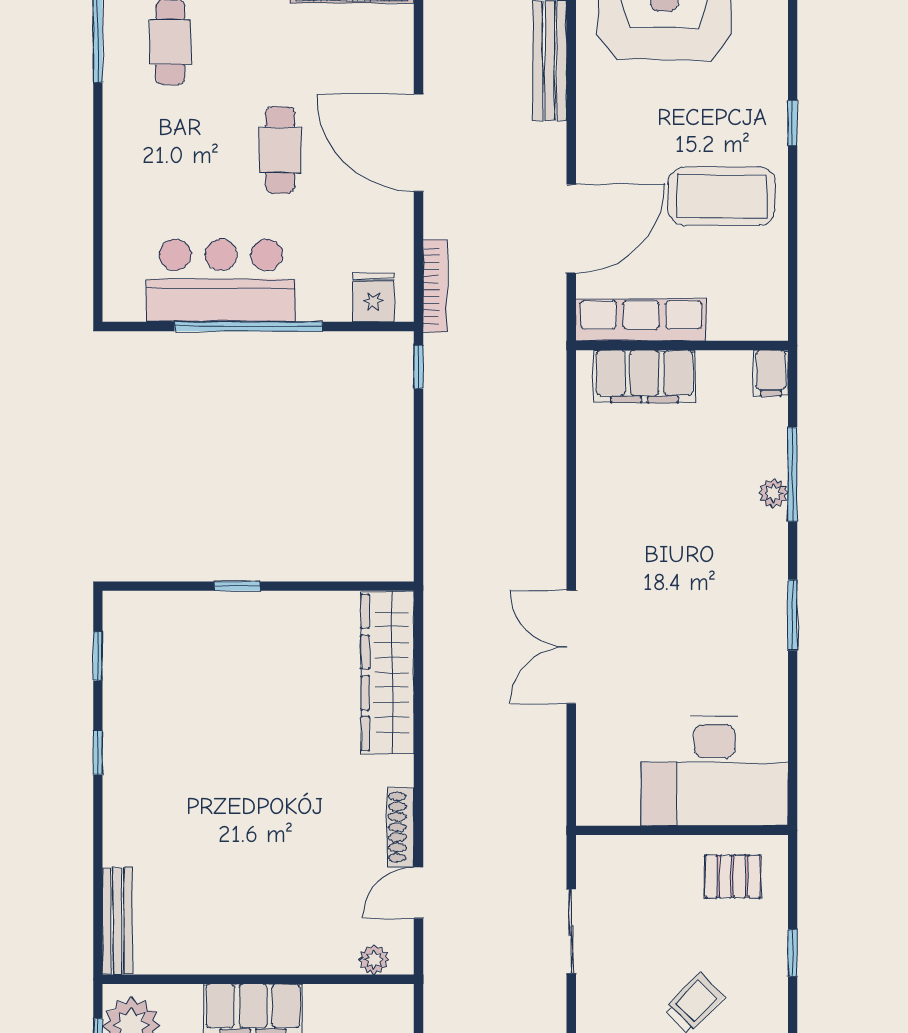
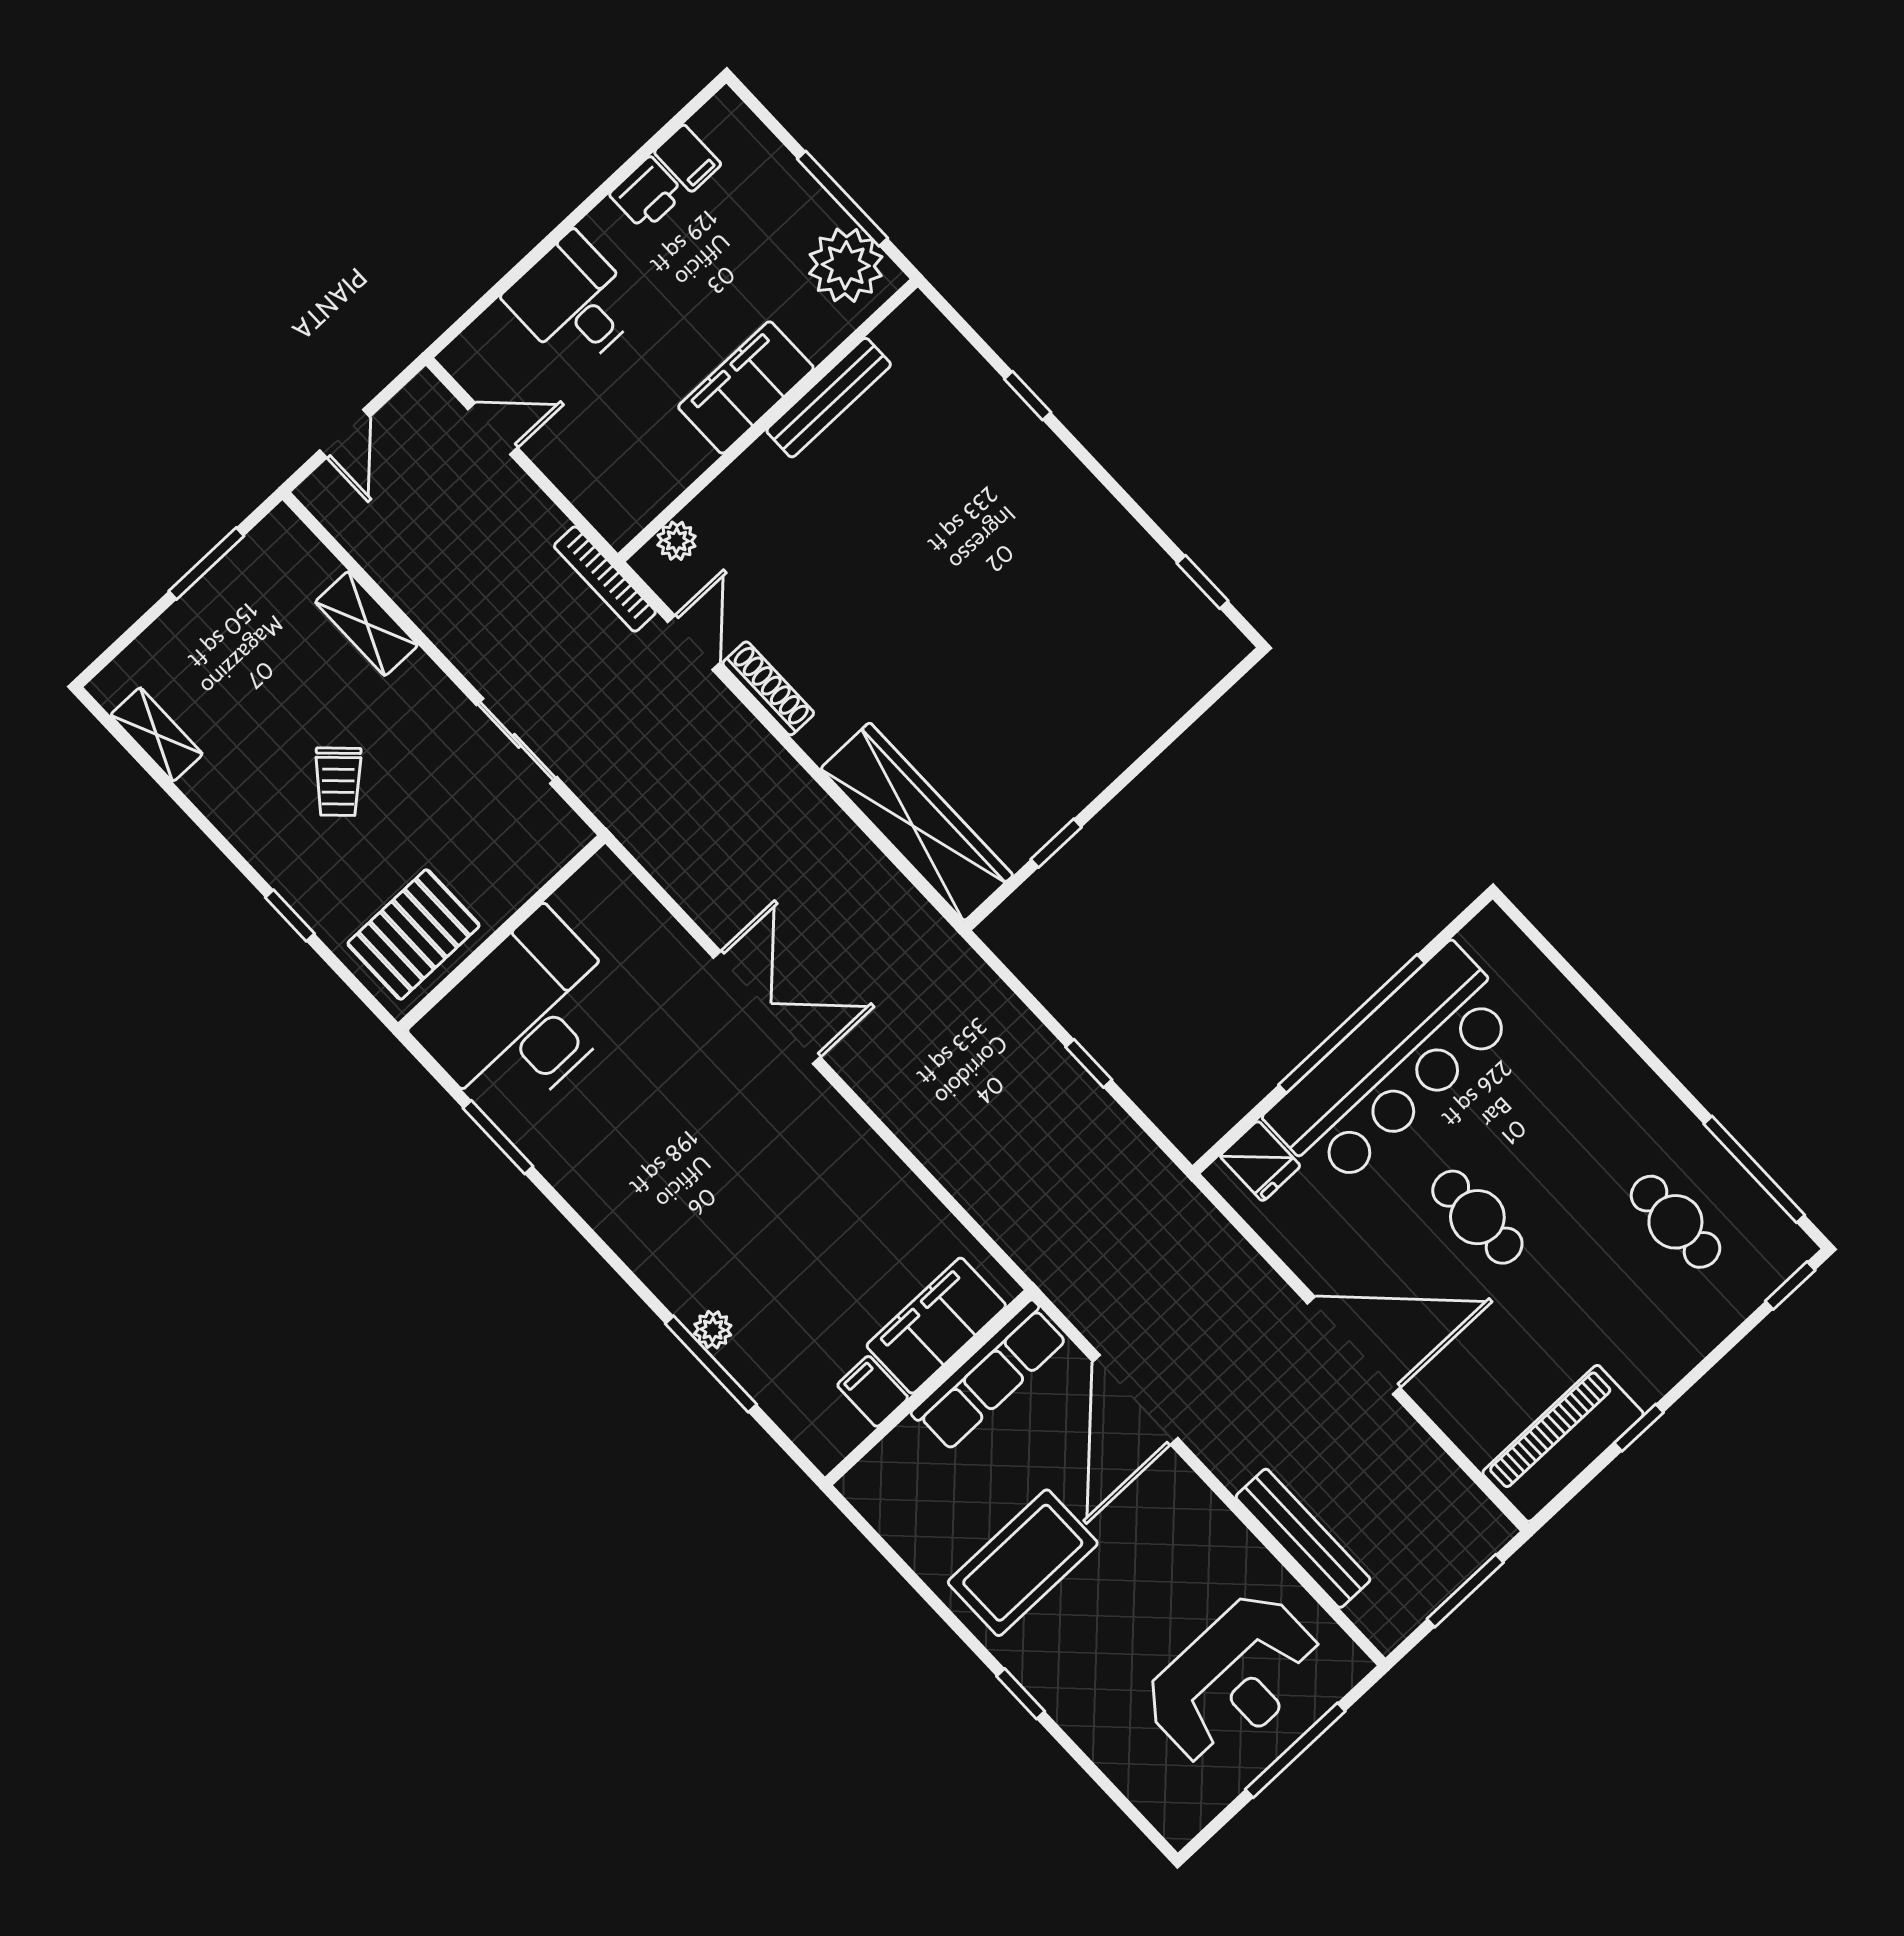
bar counter: (221, 280) -> (1393, 1067), width x1.36
bookcase: (435, 286) -> (605, 579), moved
window: (419, 367) -> (1089, 1063), moved
filing cabinet: (771, 373) -> (873, 1391), moved
window: (237, 586) -> (1056, 843), moved
window: (793, 615) -> (498, 1137), moved
window: (98, 753) -> (1028, 396), moved
pallet: (733, 876) -> (414, 934), width x1.50, depth x1.42
bench: (117, 921) -> (829, 398), moved, turned 90

